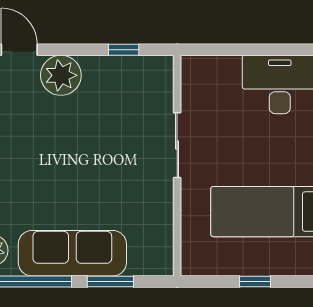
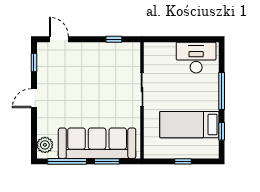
plant: (61, 75) -> (81, 53), removed
sofa: (72, 253) -> (97, 143), width x1.36, depth x1.27

